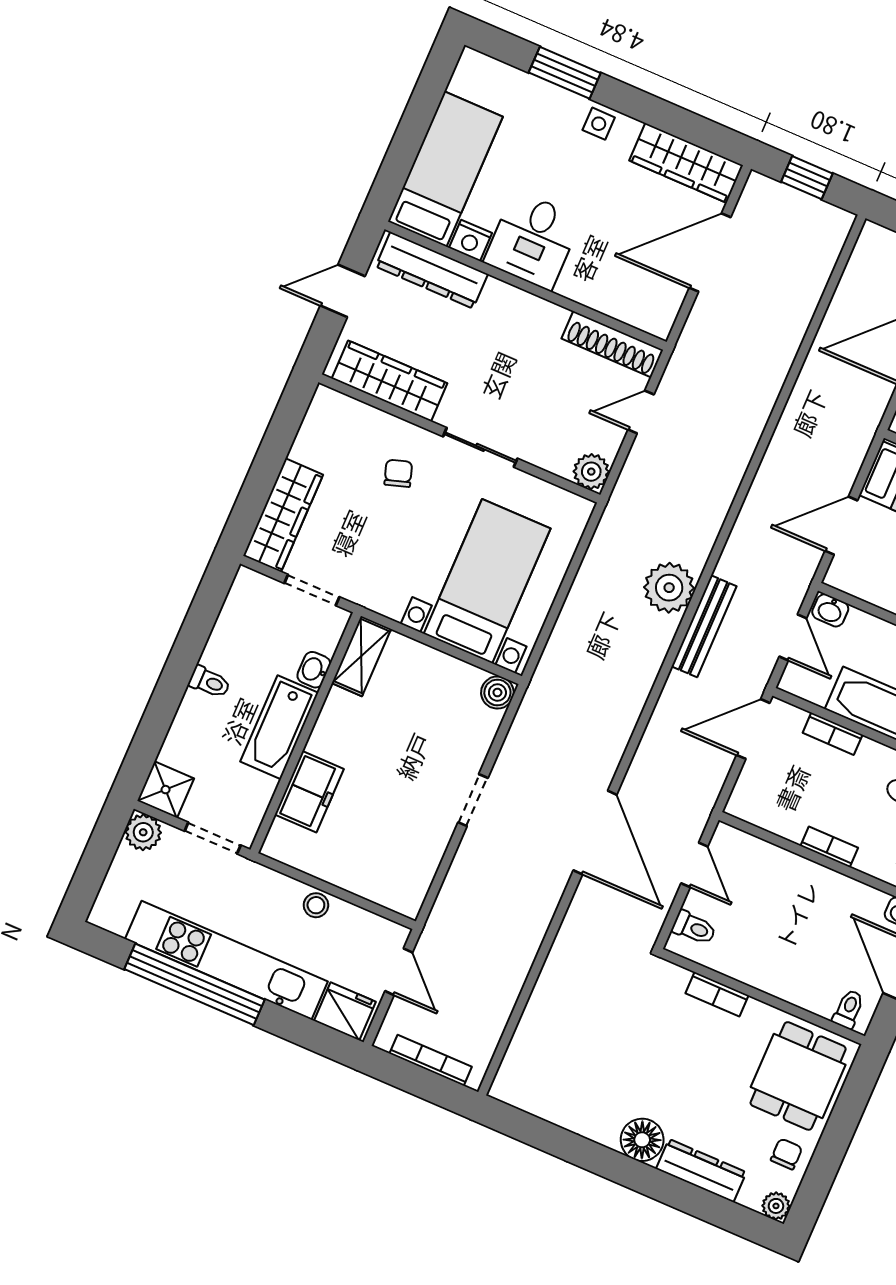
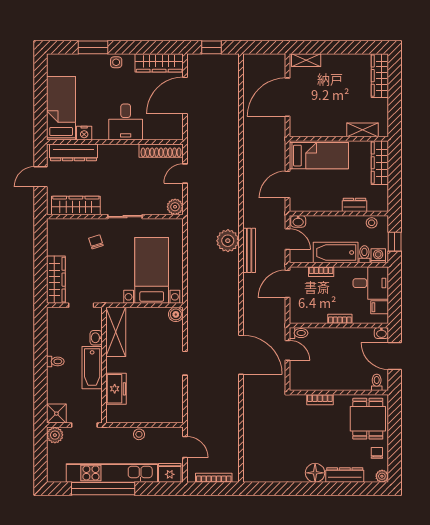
desk: (533, 240) -> (126, 122), moved
shelving: (361, 656) -> (116, 332), width x1.50, depth x1.33
toilet: (694, 928) -> (299, 333), moved

